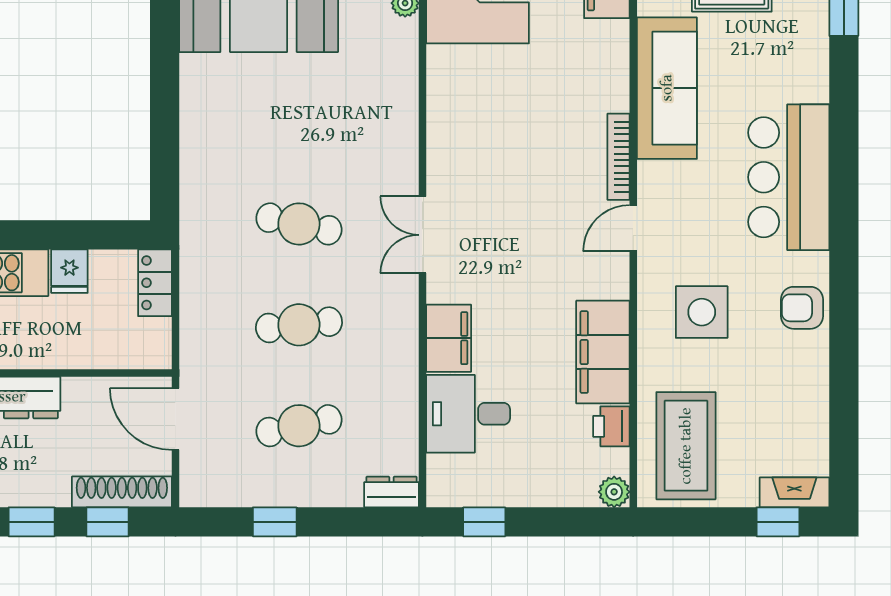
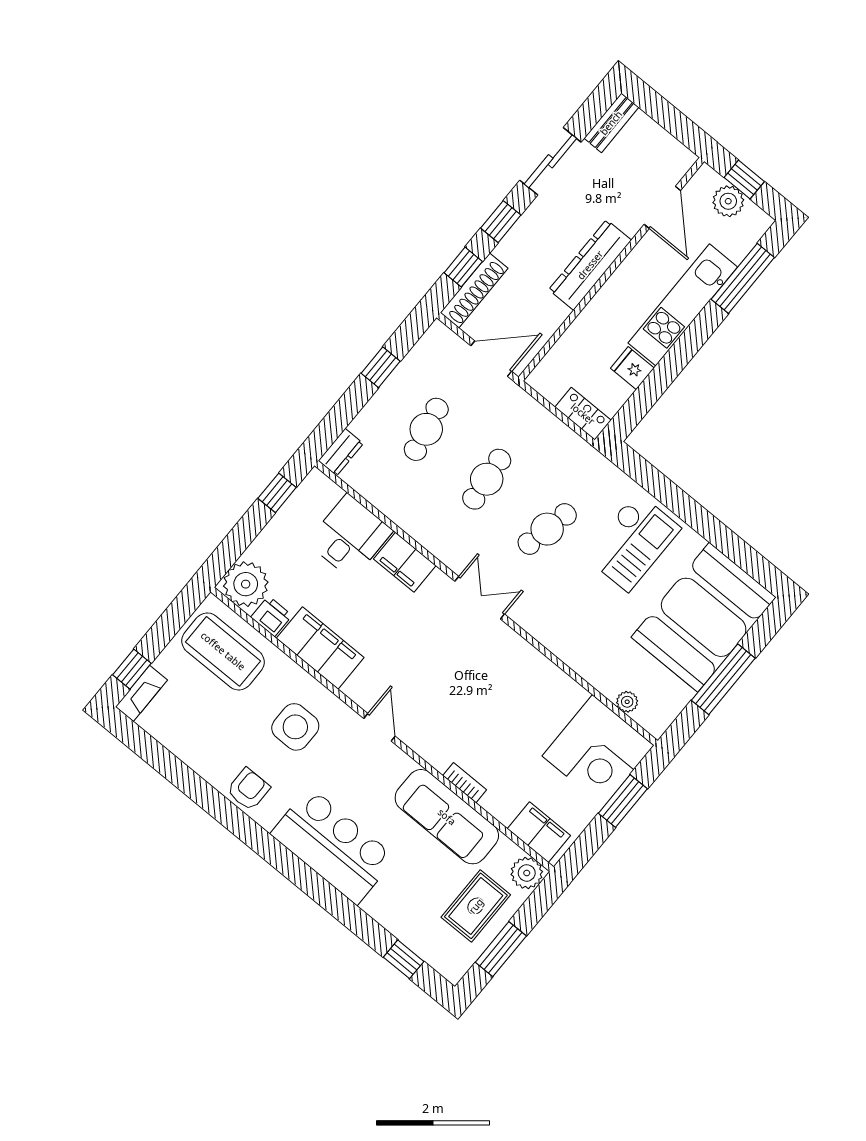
checkout: (242, 129) -> (632, 542), added
bookcase: (618, 157) -> (465, 783), moved, width x0.64
plant: (614, 492) -> (246, 584), width x1.88, depth x1.88

